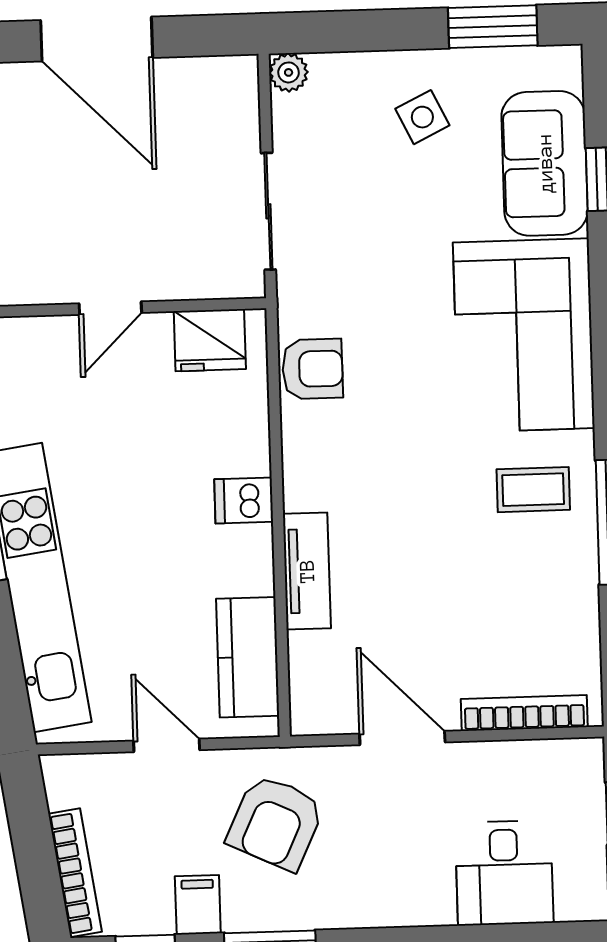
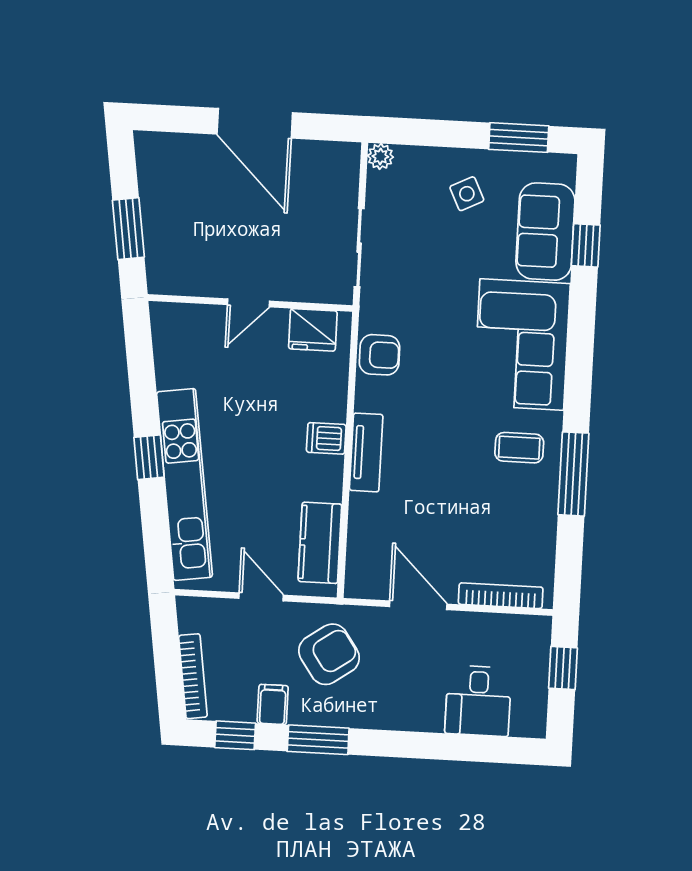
tv unit: (307, 571) -> (366, 452), moved
armchair: (276, 823) -> (329, 654), turned -150

